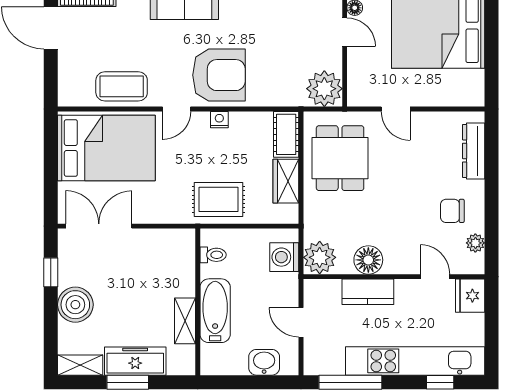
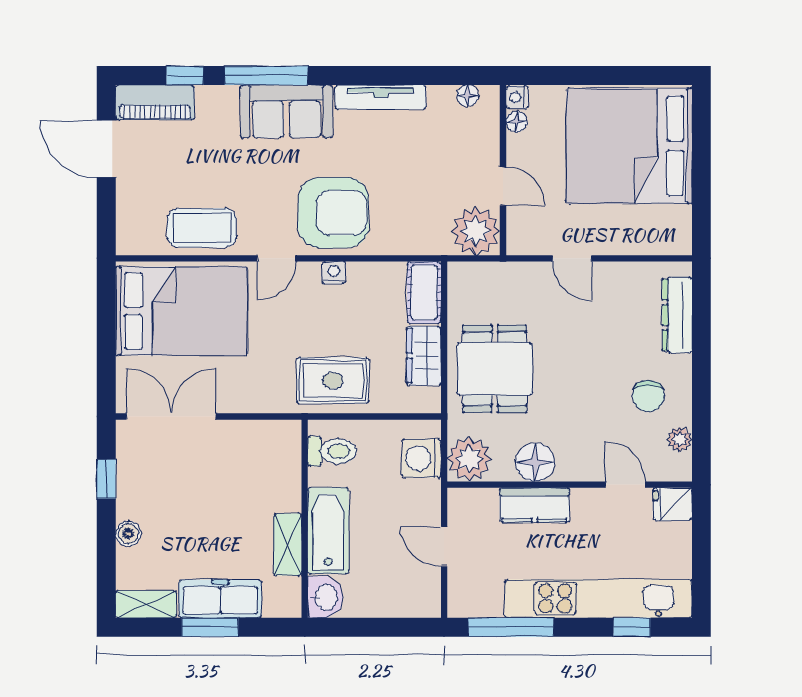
door: (345, 32) -> (503, 186), moved
dining table: (340, 158) -> (495, 369), moved
chair: (452, 211) -> (648, 396), turned -90
toilet: (213, 255) -> (332, 451), width x1.37, depth x1.39
fridge: (470, 296) -> (673, 504), width x0.72
boiler: (75, 305) -> (128, 534), width x0.54, depth x0.54
washbasin: (264, 362) -> (325, 597), moved, turned 90

